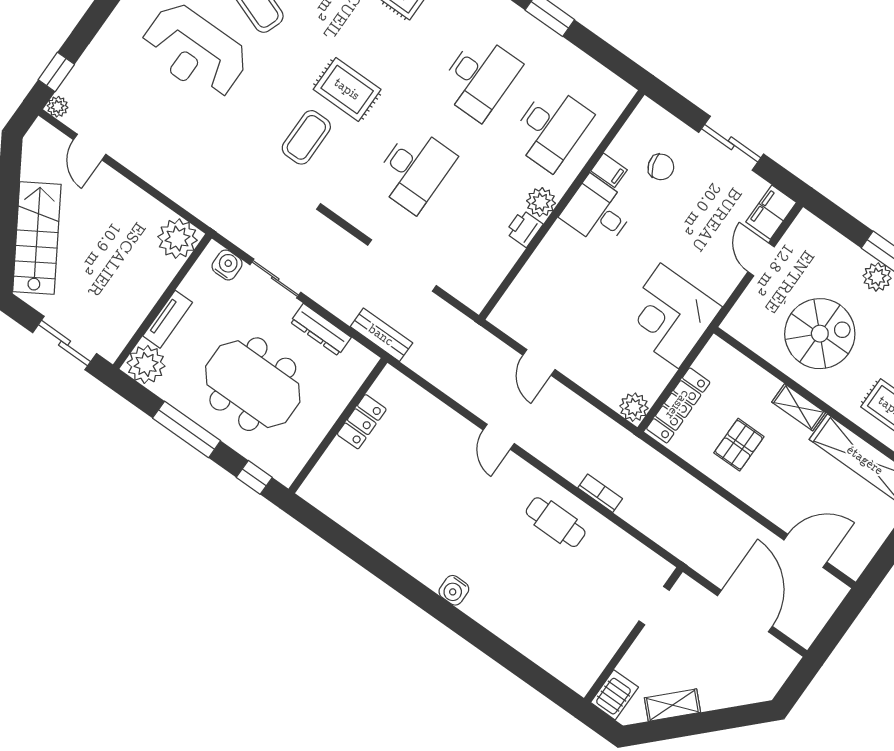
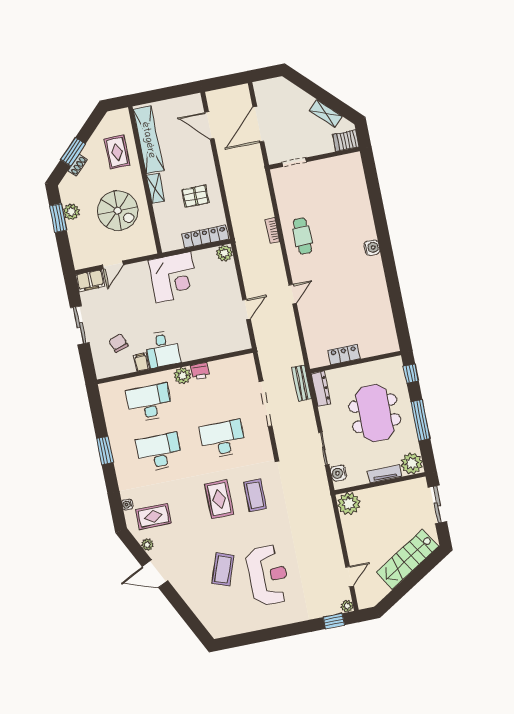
coffee table: (306, 137) -> (255, 495), turned 90
dresser: (321, 330) -> (321, 389), moved
spiral stairs: (820, 334) -> (118, 211), turned 180

